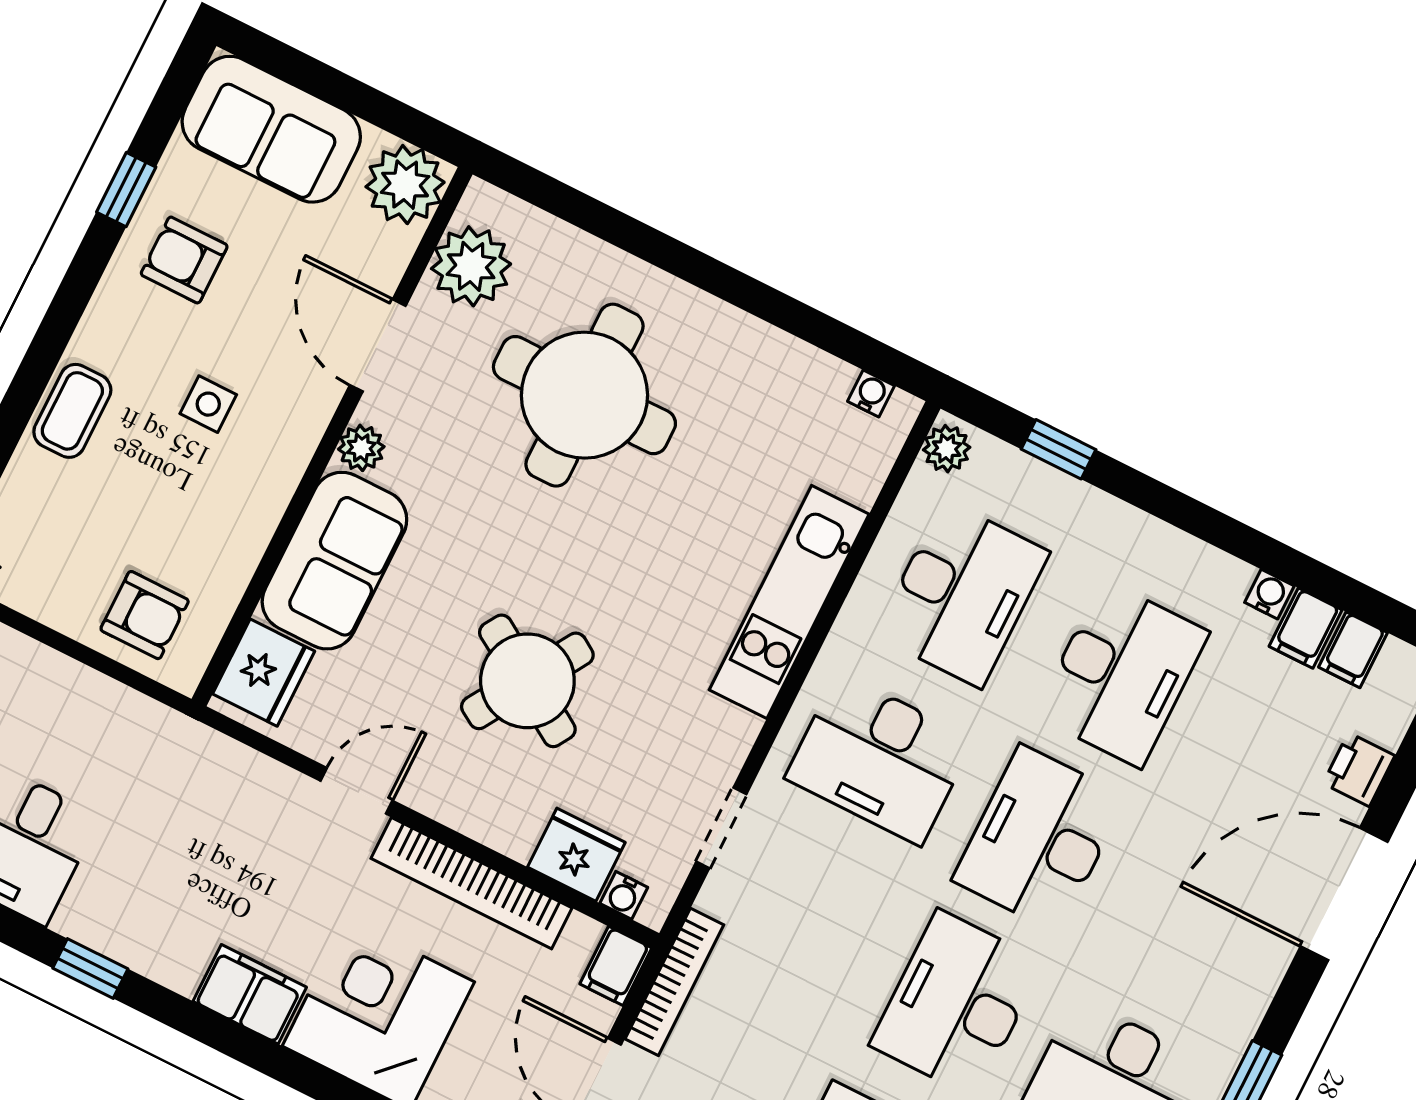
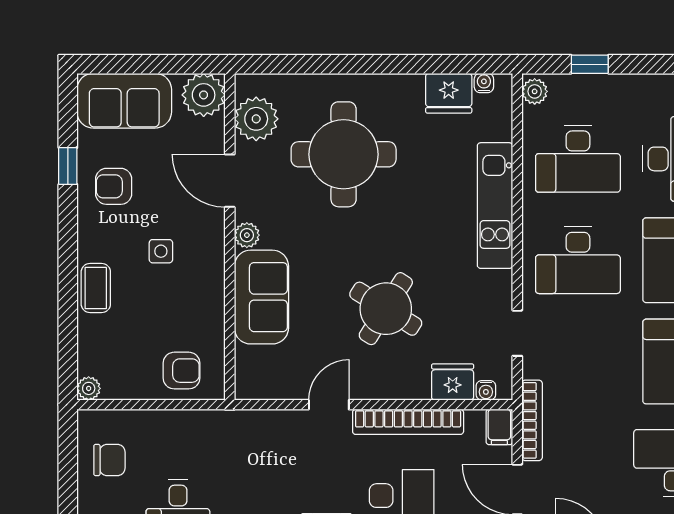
desk: (962, 594) -> (578, 159), turned 90
fridge: (264, 673) -> (449, 93), moved, turned 90

